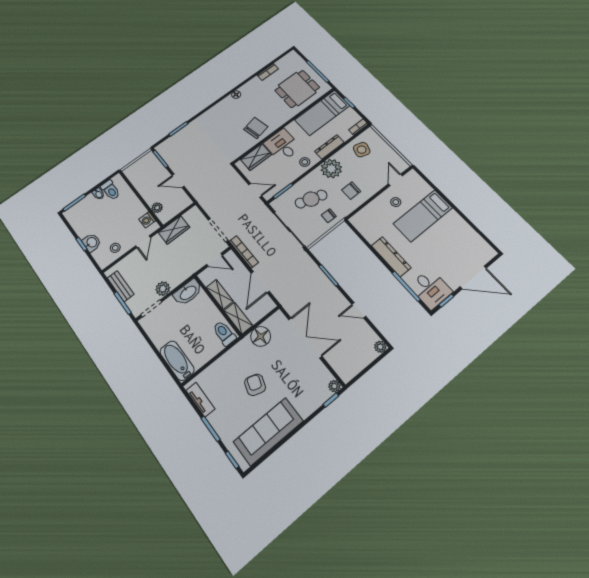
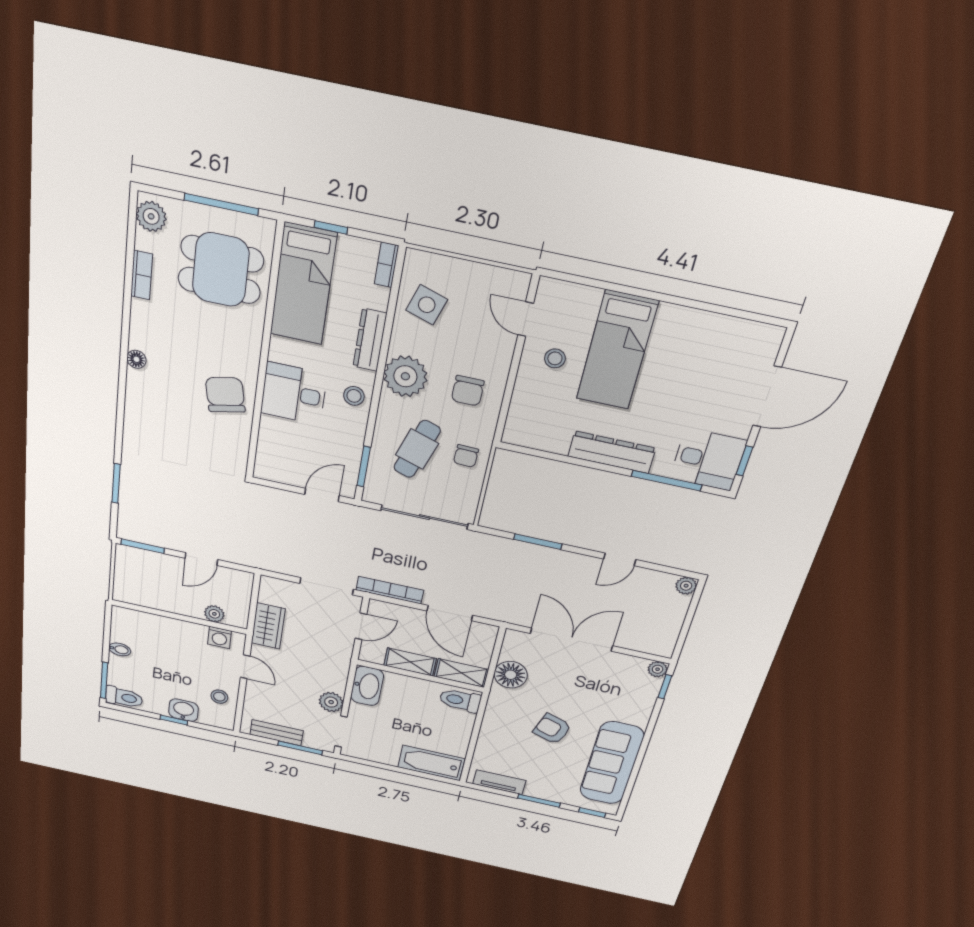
plant: (290, 59) -> (151, 216), added
dining table: (297, 89) -> (221, 270), turned 90
wardrobe: (256, 157) -> (273, 443), removed
toilet: (110, 190) -> (124, 697), moved

